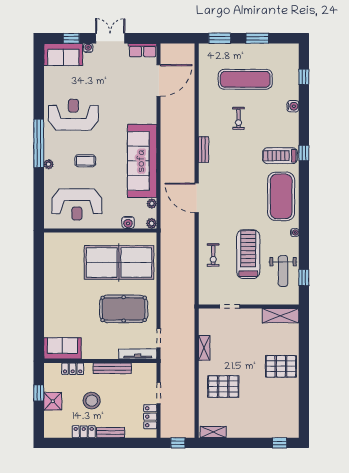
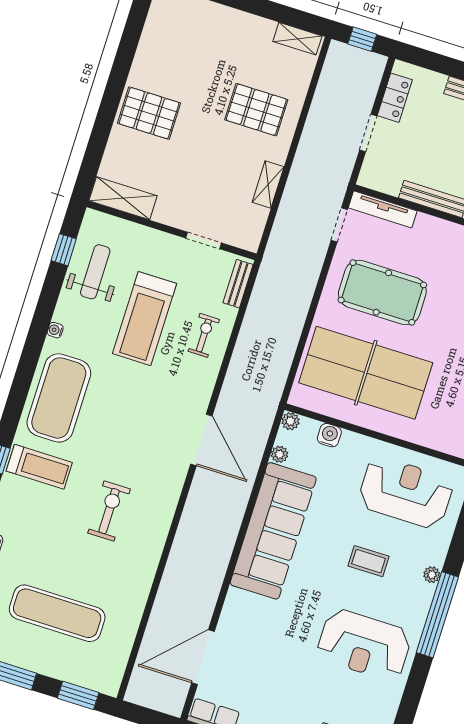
exercise bike: (238, 118) -> (109, 511), moved, width x1.38, depth x1.39
bench: (204, 150) -> (238, 284), moved

